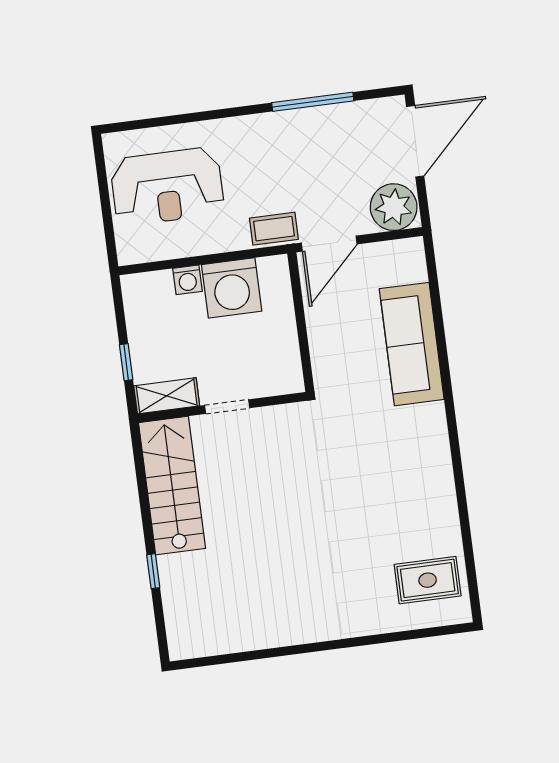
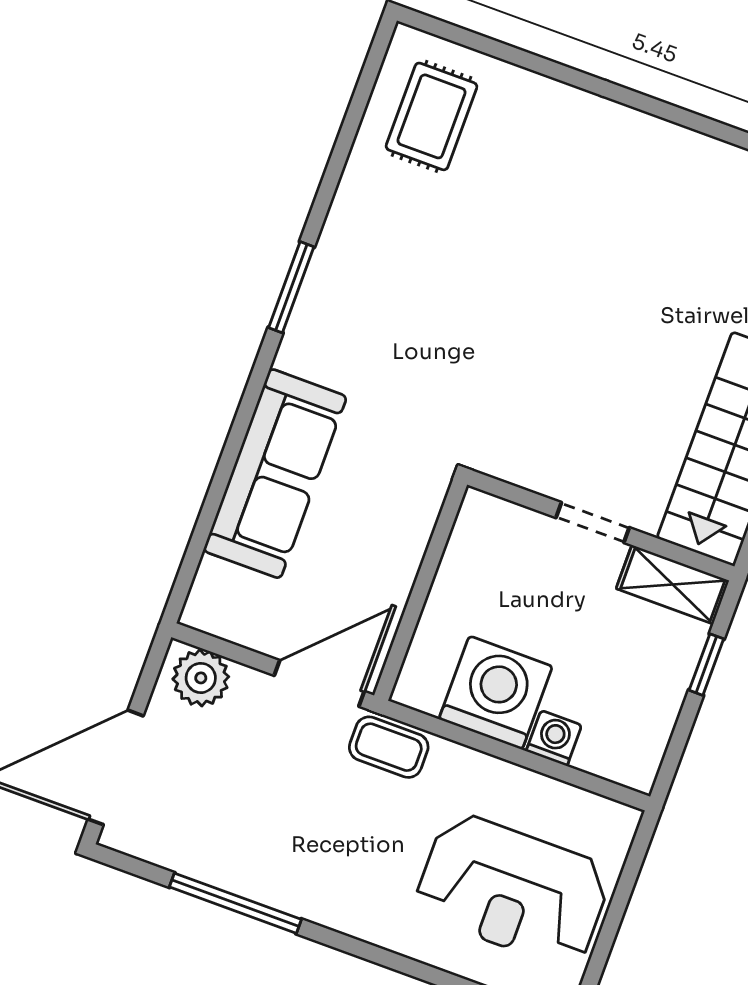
reception desk: (167, 186) -> (513, 890), turned 180
plant: (394, 207) -> (201, 678), width x0.73, depth x0.73
window: (455, 449) -> (291, 287), added
rug: (428, 580) -> (432, 116), turned 90

